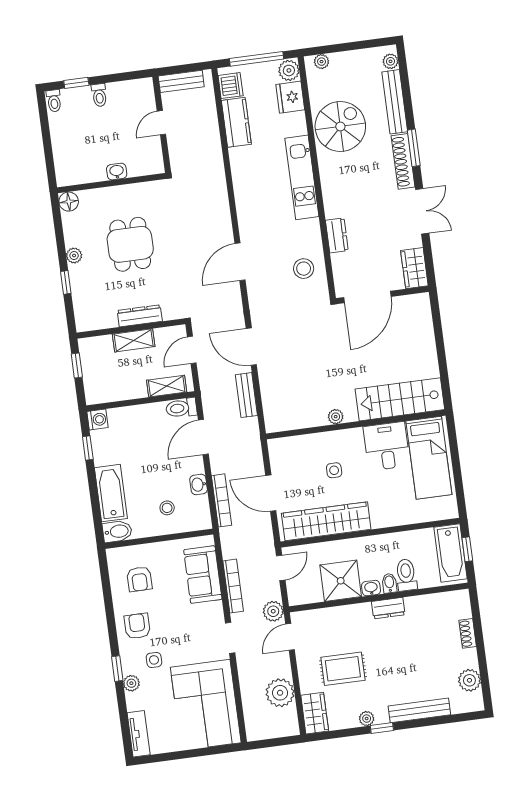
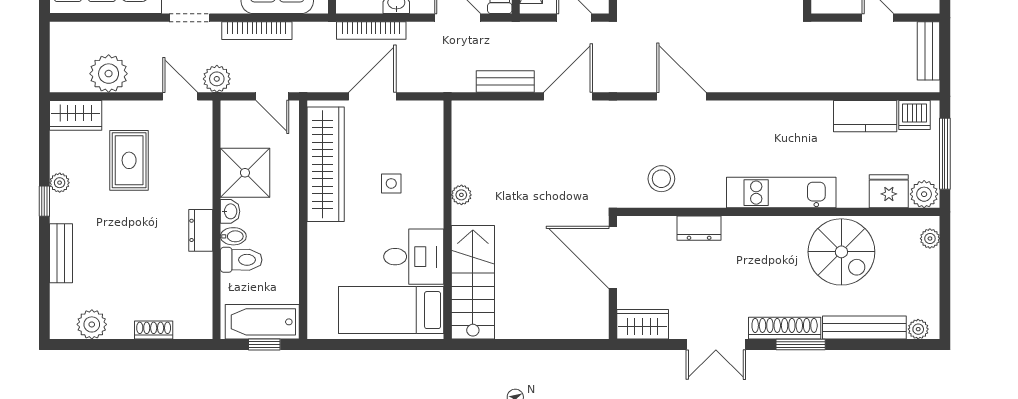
bench: (419, 710) -> (61, 253), width x0.73

